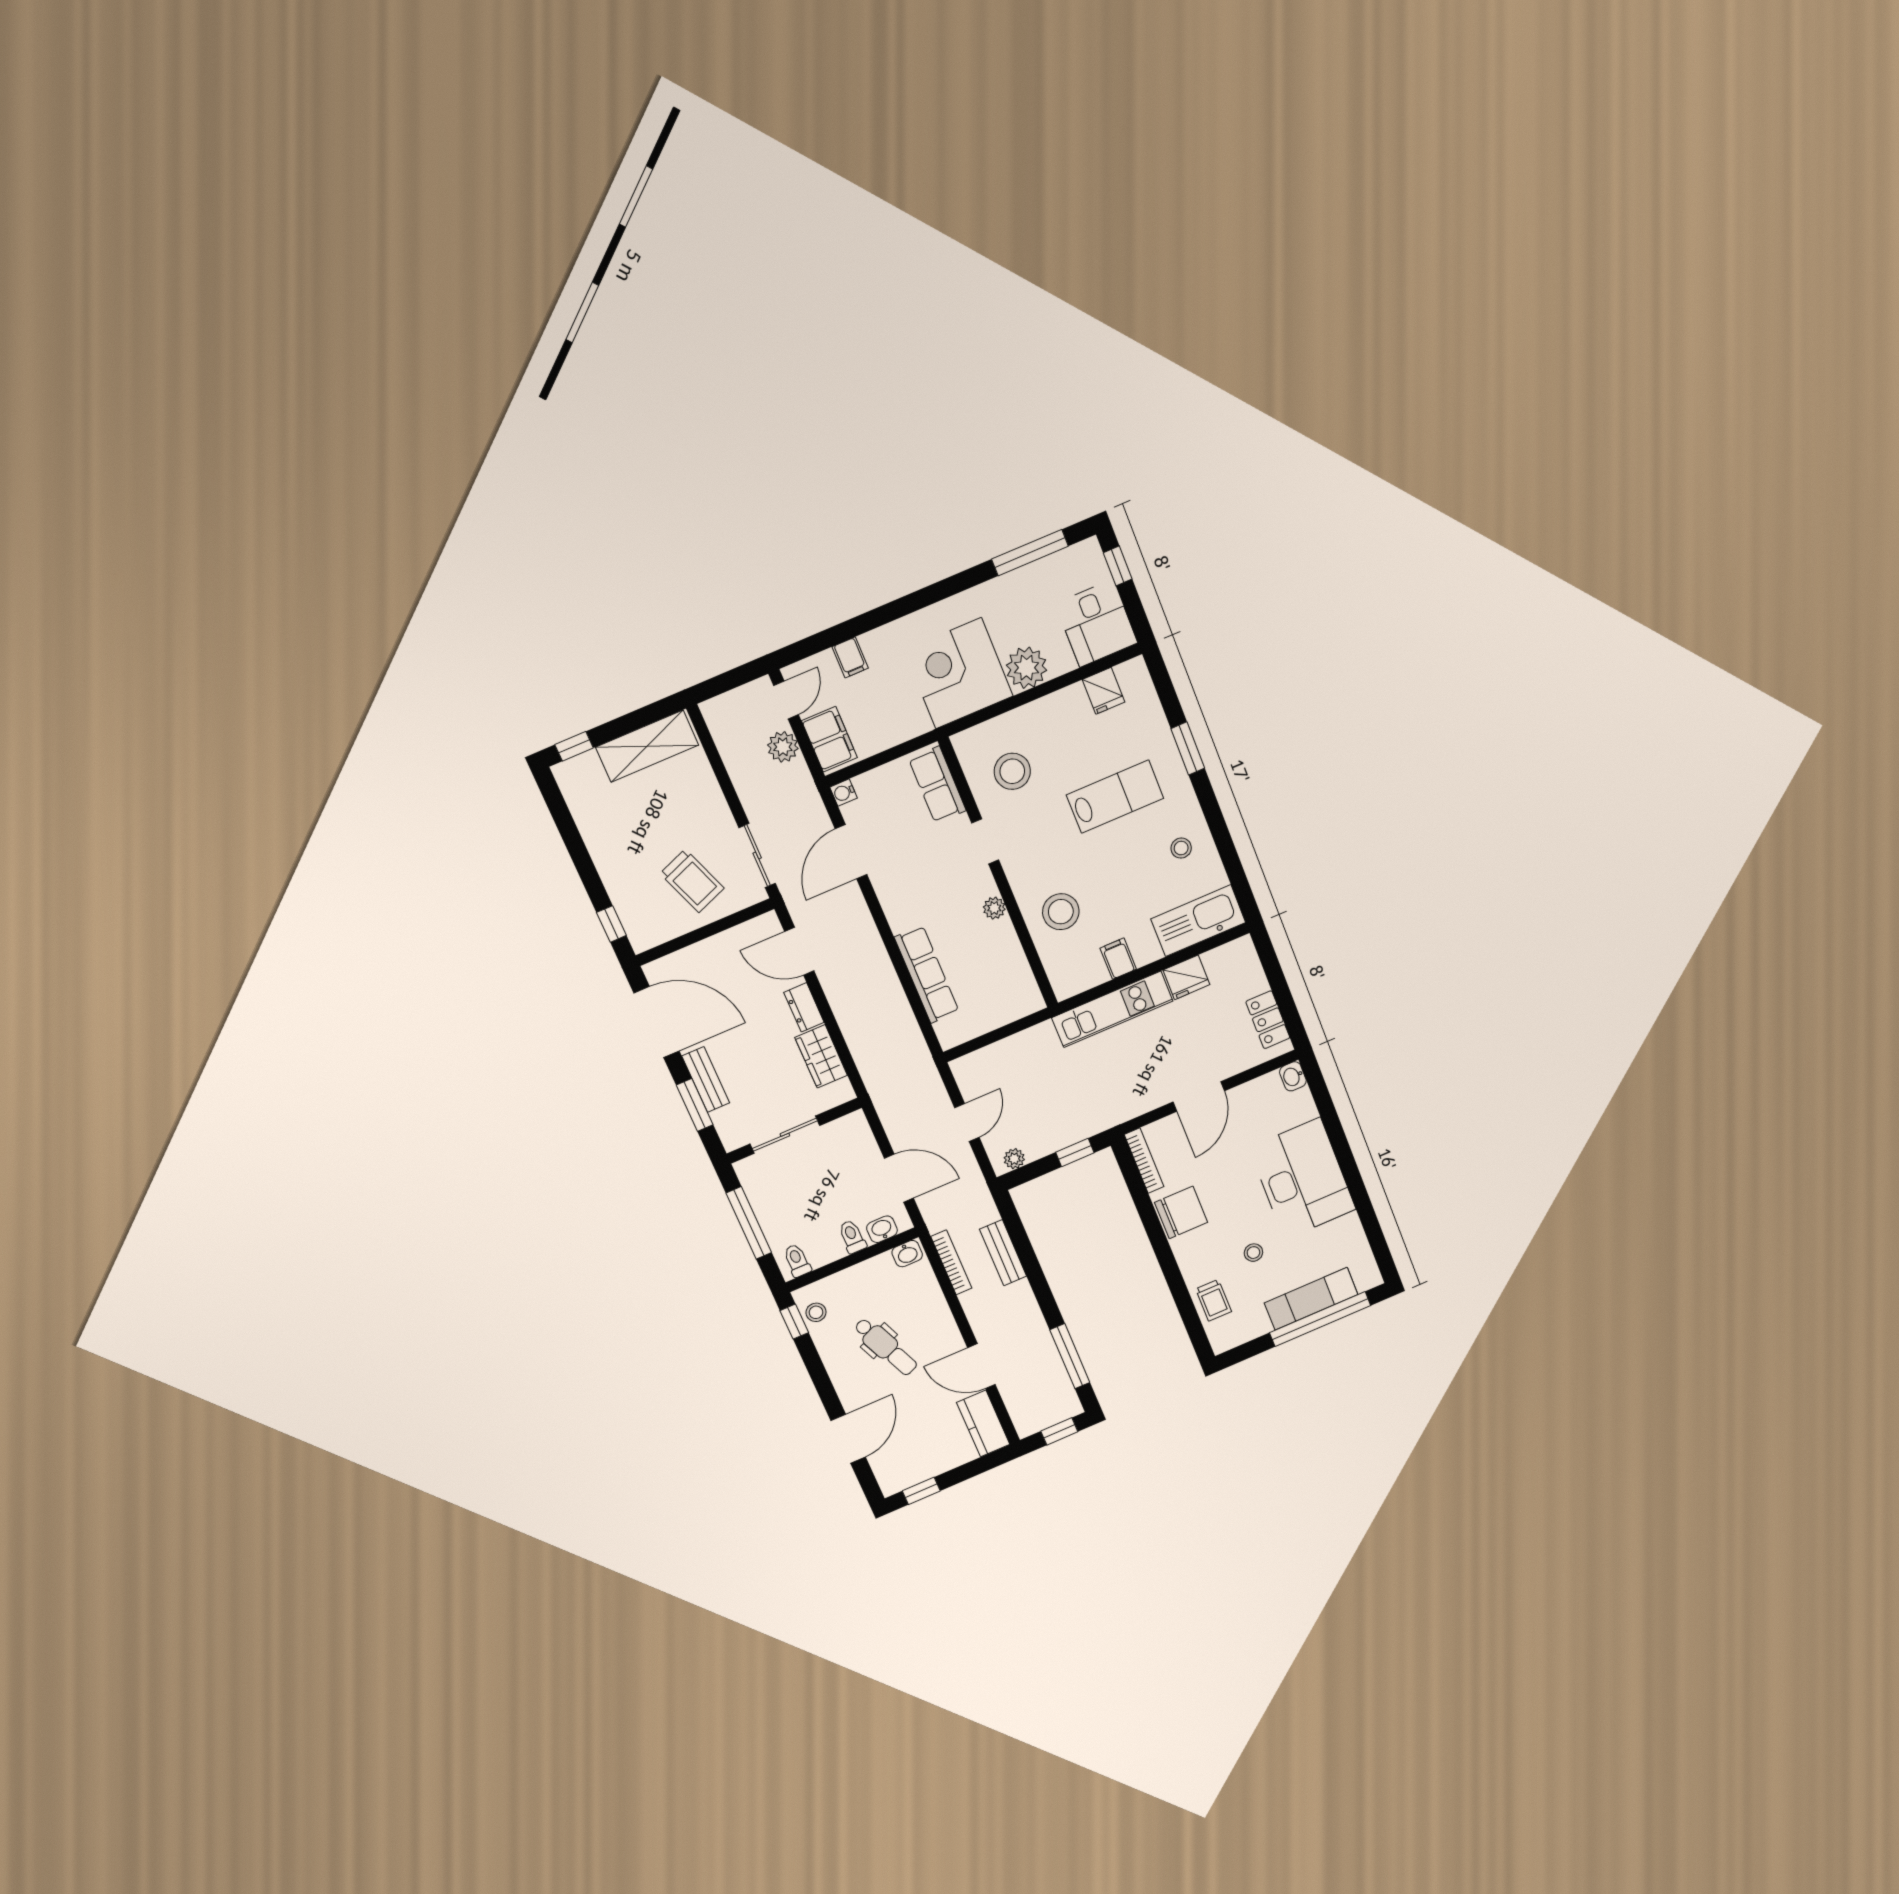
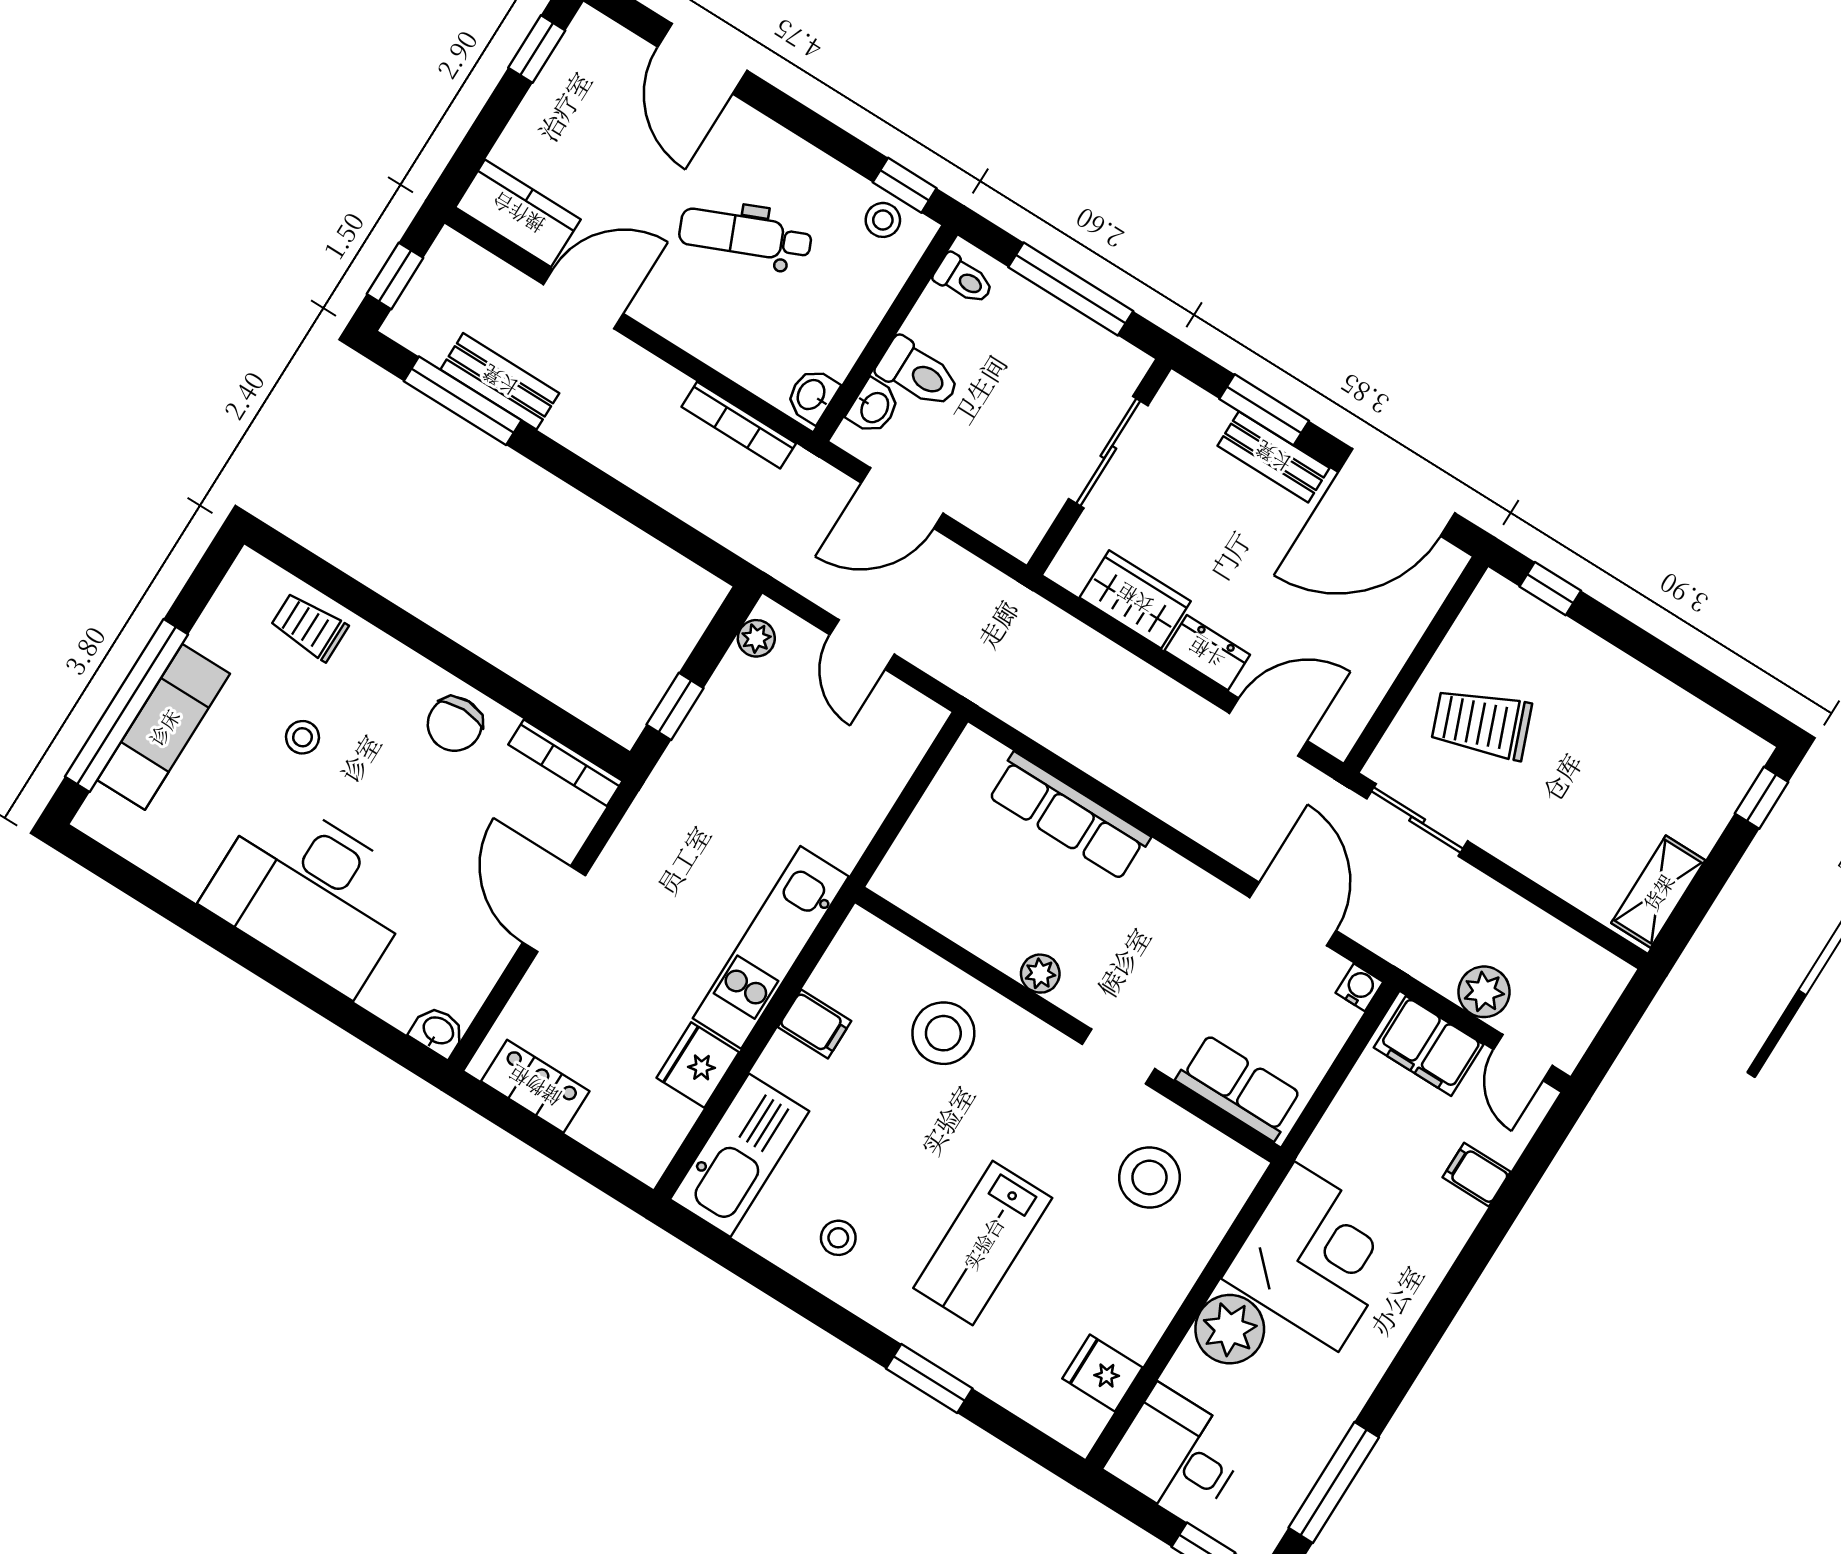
shelving: (647, 746) -> (1658, 892), width x0.67, depth x0.75
chair: (1181, 1212) -> (455, 724), width x0.73, depth x0.73
toilet: (852, 1237) -> (918, 373), width x1.37, depth x1.39
bench: (1003, 1253) -> (500, 381), moved

